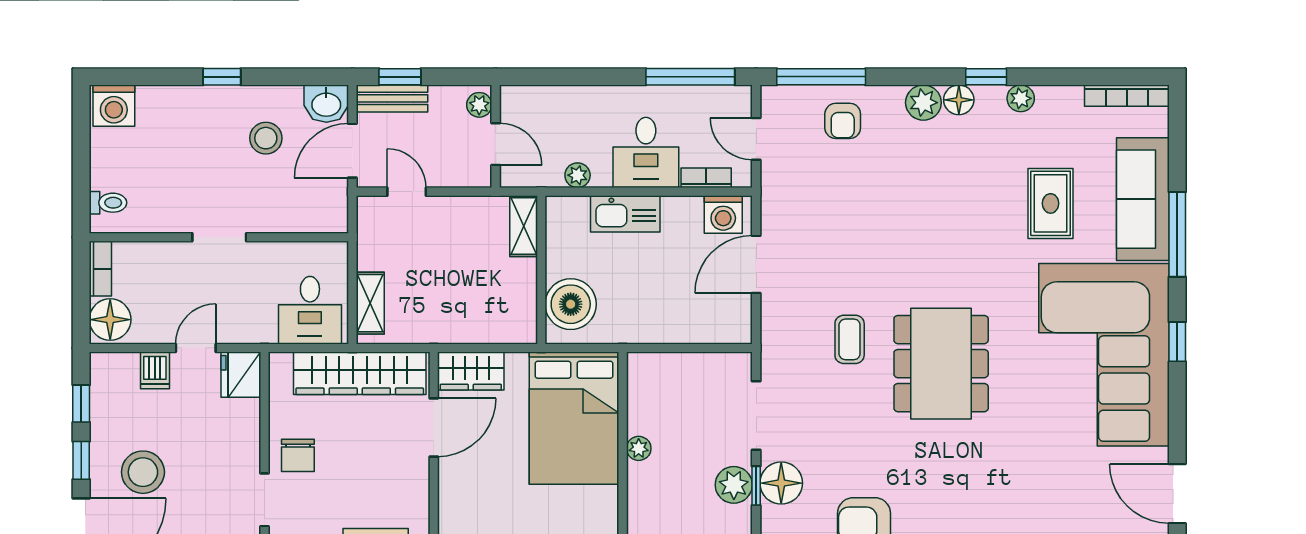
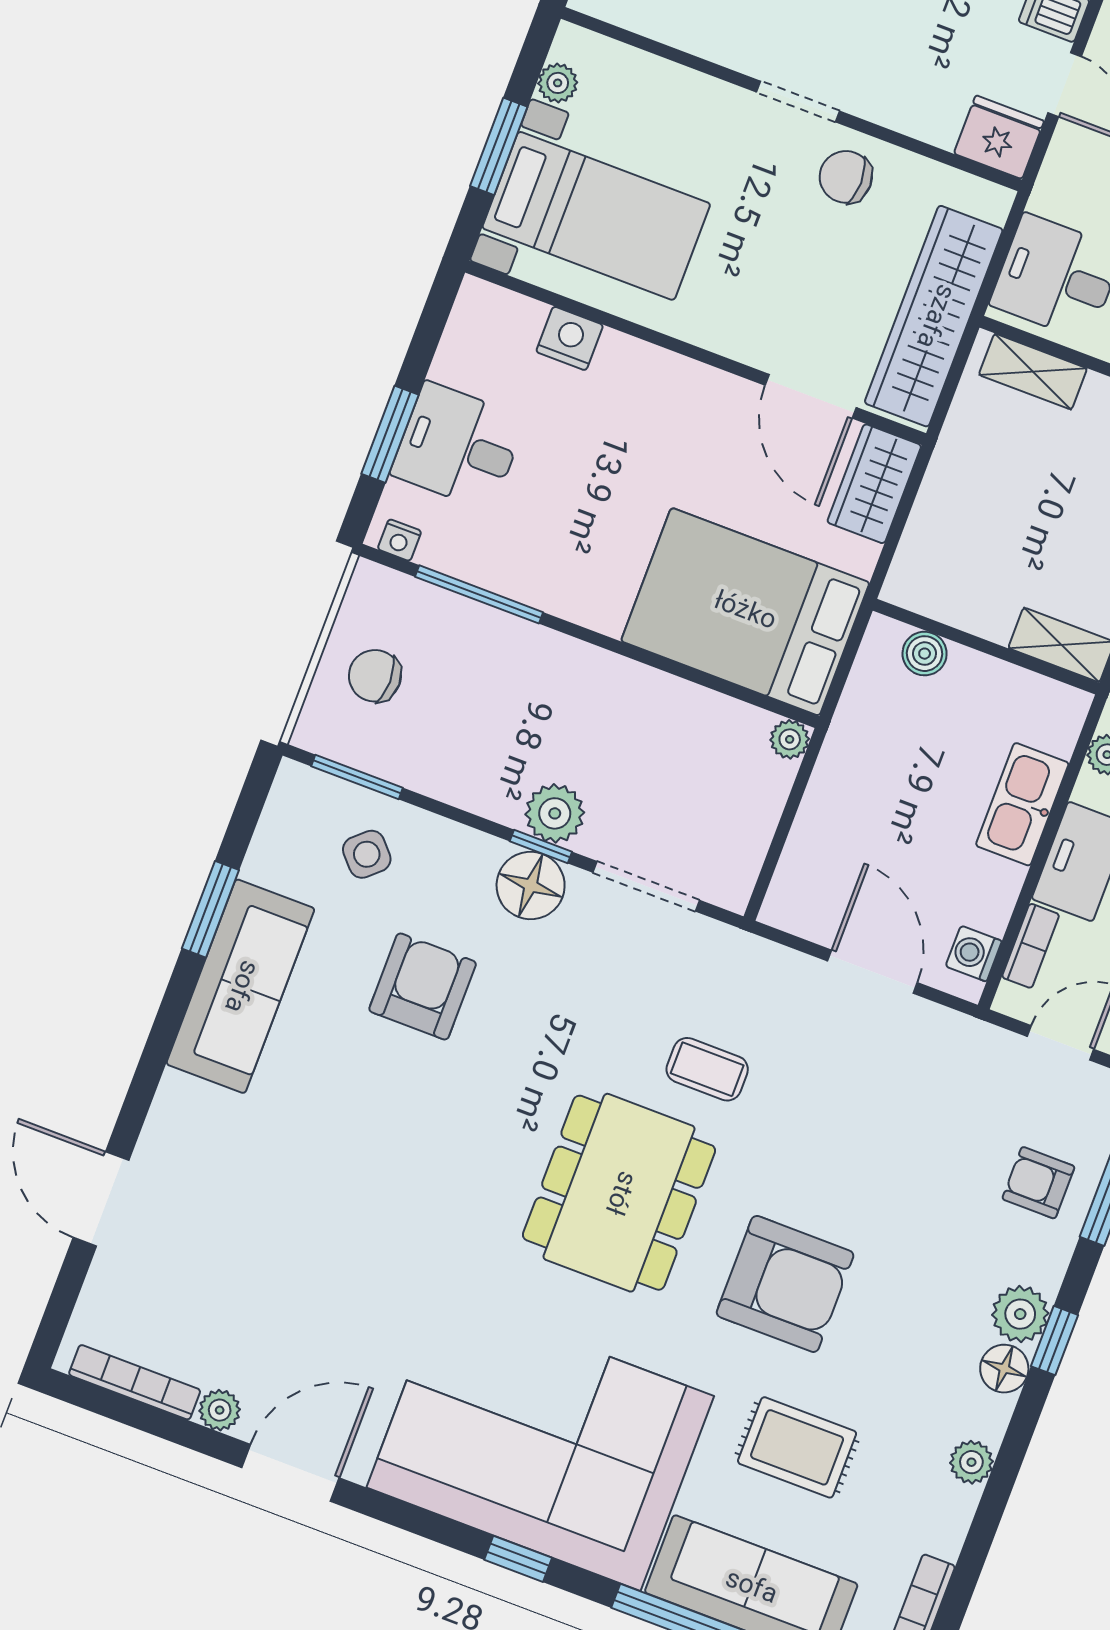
window: (986, 77) -> (1055, 1341), moved
washing machine: (723, 214) -> (974, 954), width x0.73, depth x0.73
armchair: (958, 247) -> (785, 1284), added
boiler: (571, 304) -> (925, 654), width x0.54, depth x0.54
dining table: (941, 364) -> (619, 1193), turned 90
plant: (639, 448) -> (790, 739), moved

